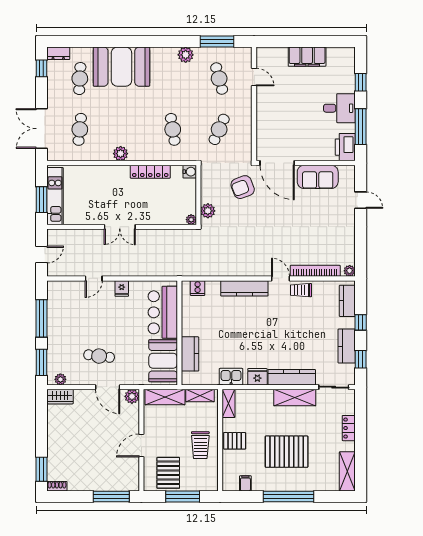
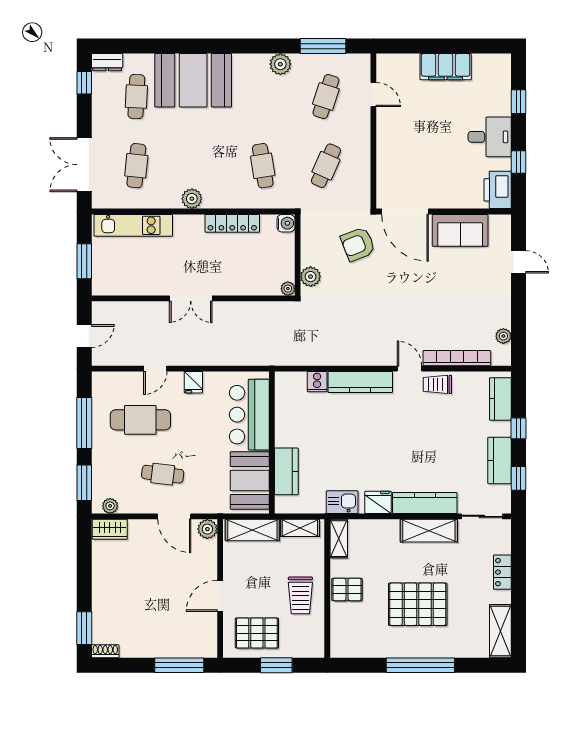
cafe table: (219, 79) -> (326, 97), turned 33
window: (361, 127) -> (519, 162), width x0.46
kitchen unit: (55, 196) -> (133, 225), moved, turned 90
plant: (350, 271) -> (503, 336), moved
cooker: (198, 288) -> (317, 382), moved
cafe table: (83, 316) -> (140, 420), added
pallet: (168, 473) -> (257, 633), turned 90
filing cabinet: (245, 483) -> (362, 647), removed
window: (183, 496) -> (276, 665), width x0.69

